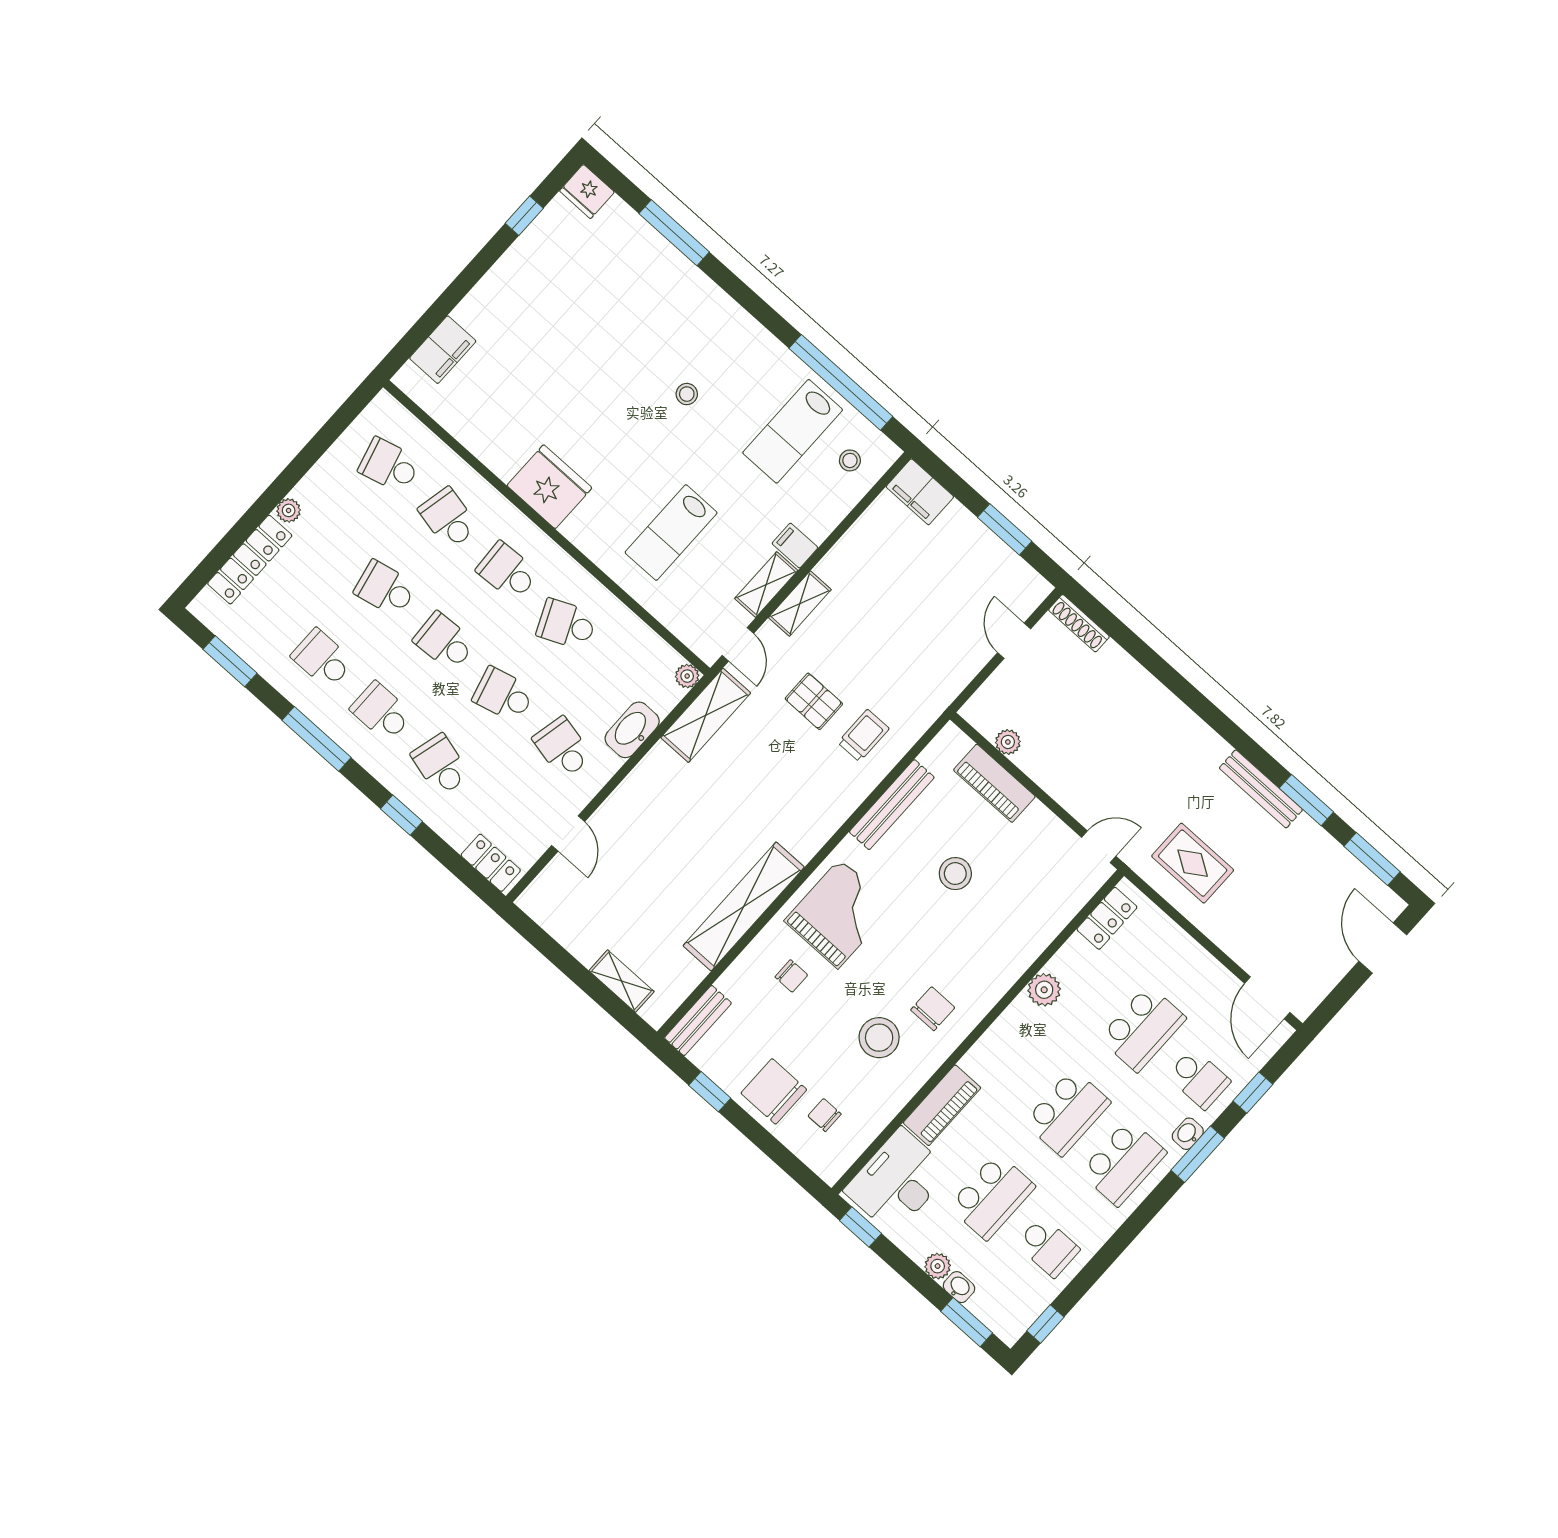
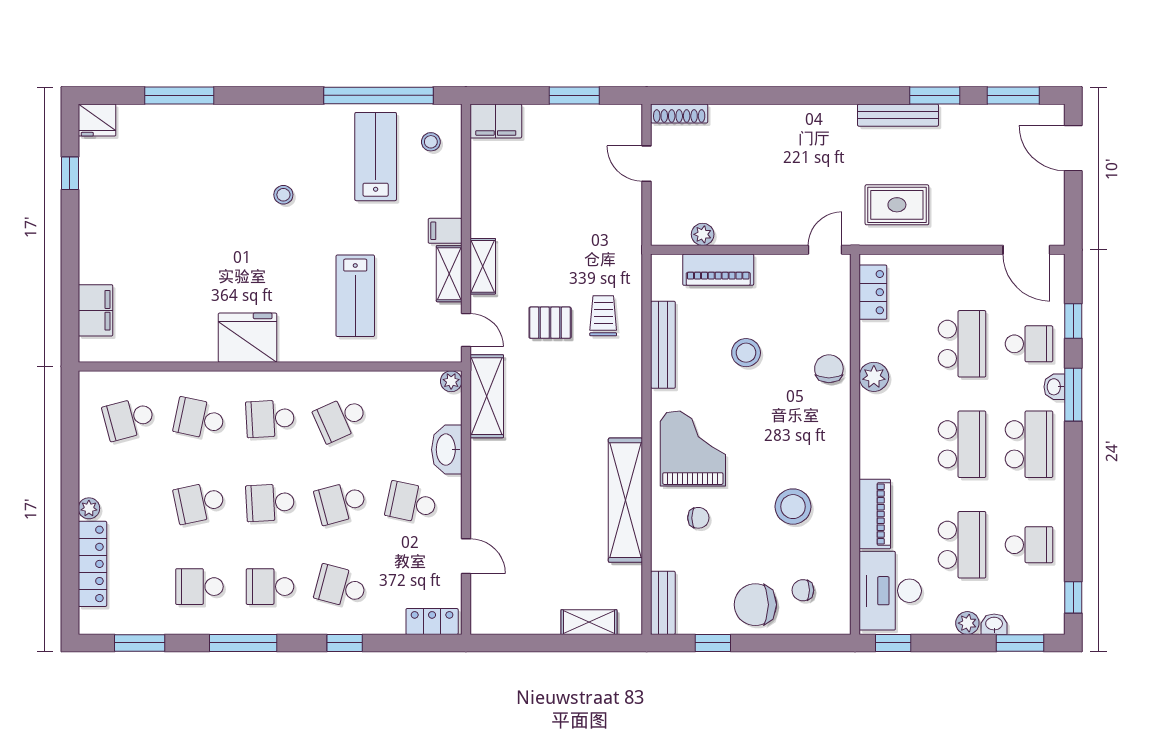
lab bench: (793, 431) -> (376, 157), turned 180
chair: (933, 1009) -> (829, 369), moved

